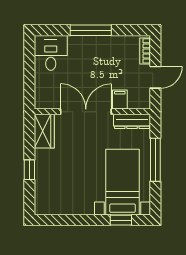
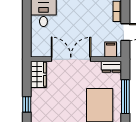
filing cabinet: (120, 100) -> (111, 49), moved
dresser: (132, 121) -> (111, 67), width x0.70

